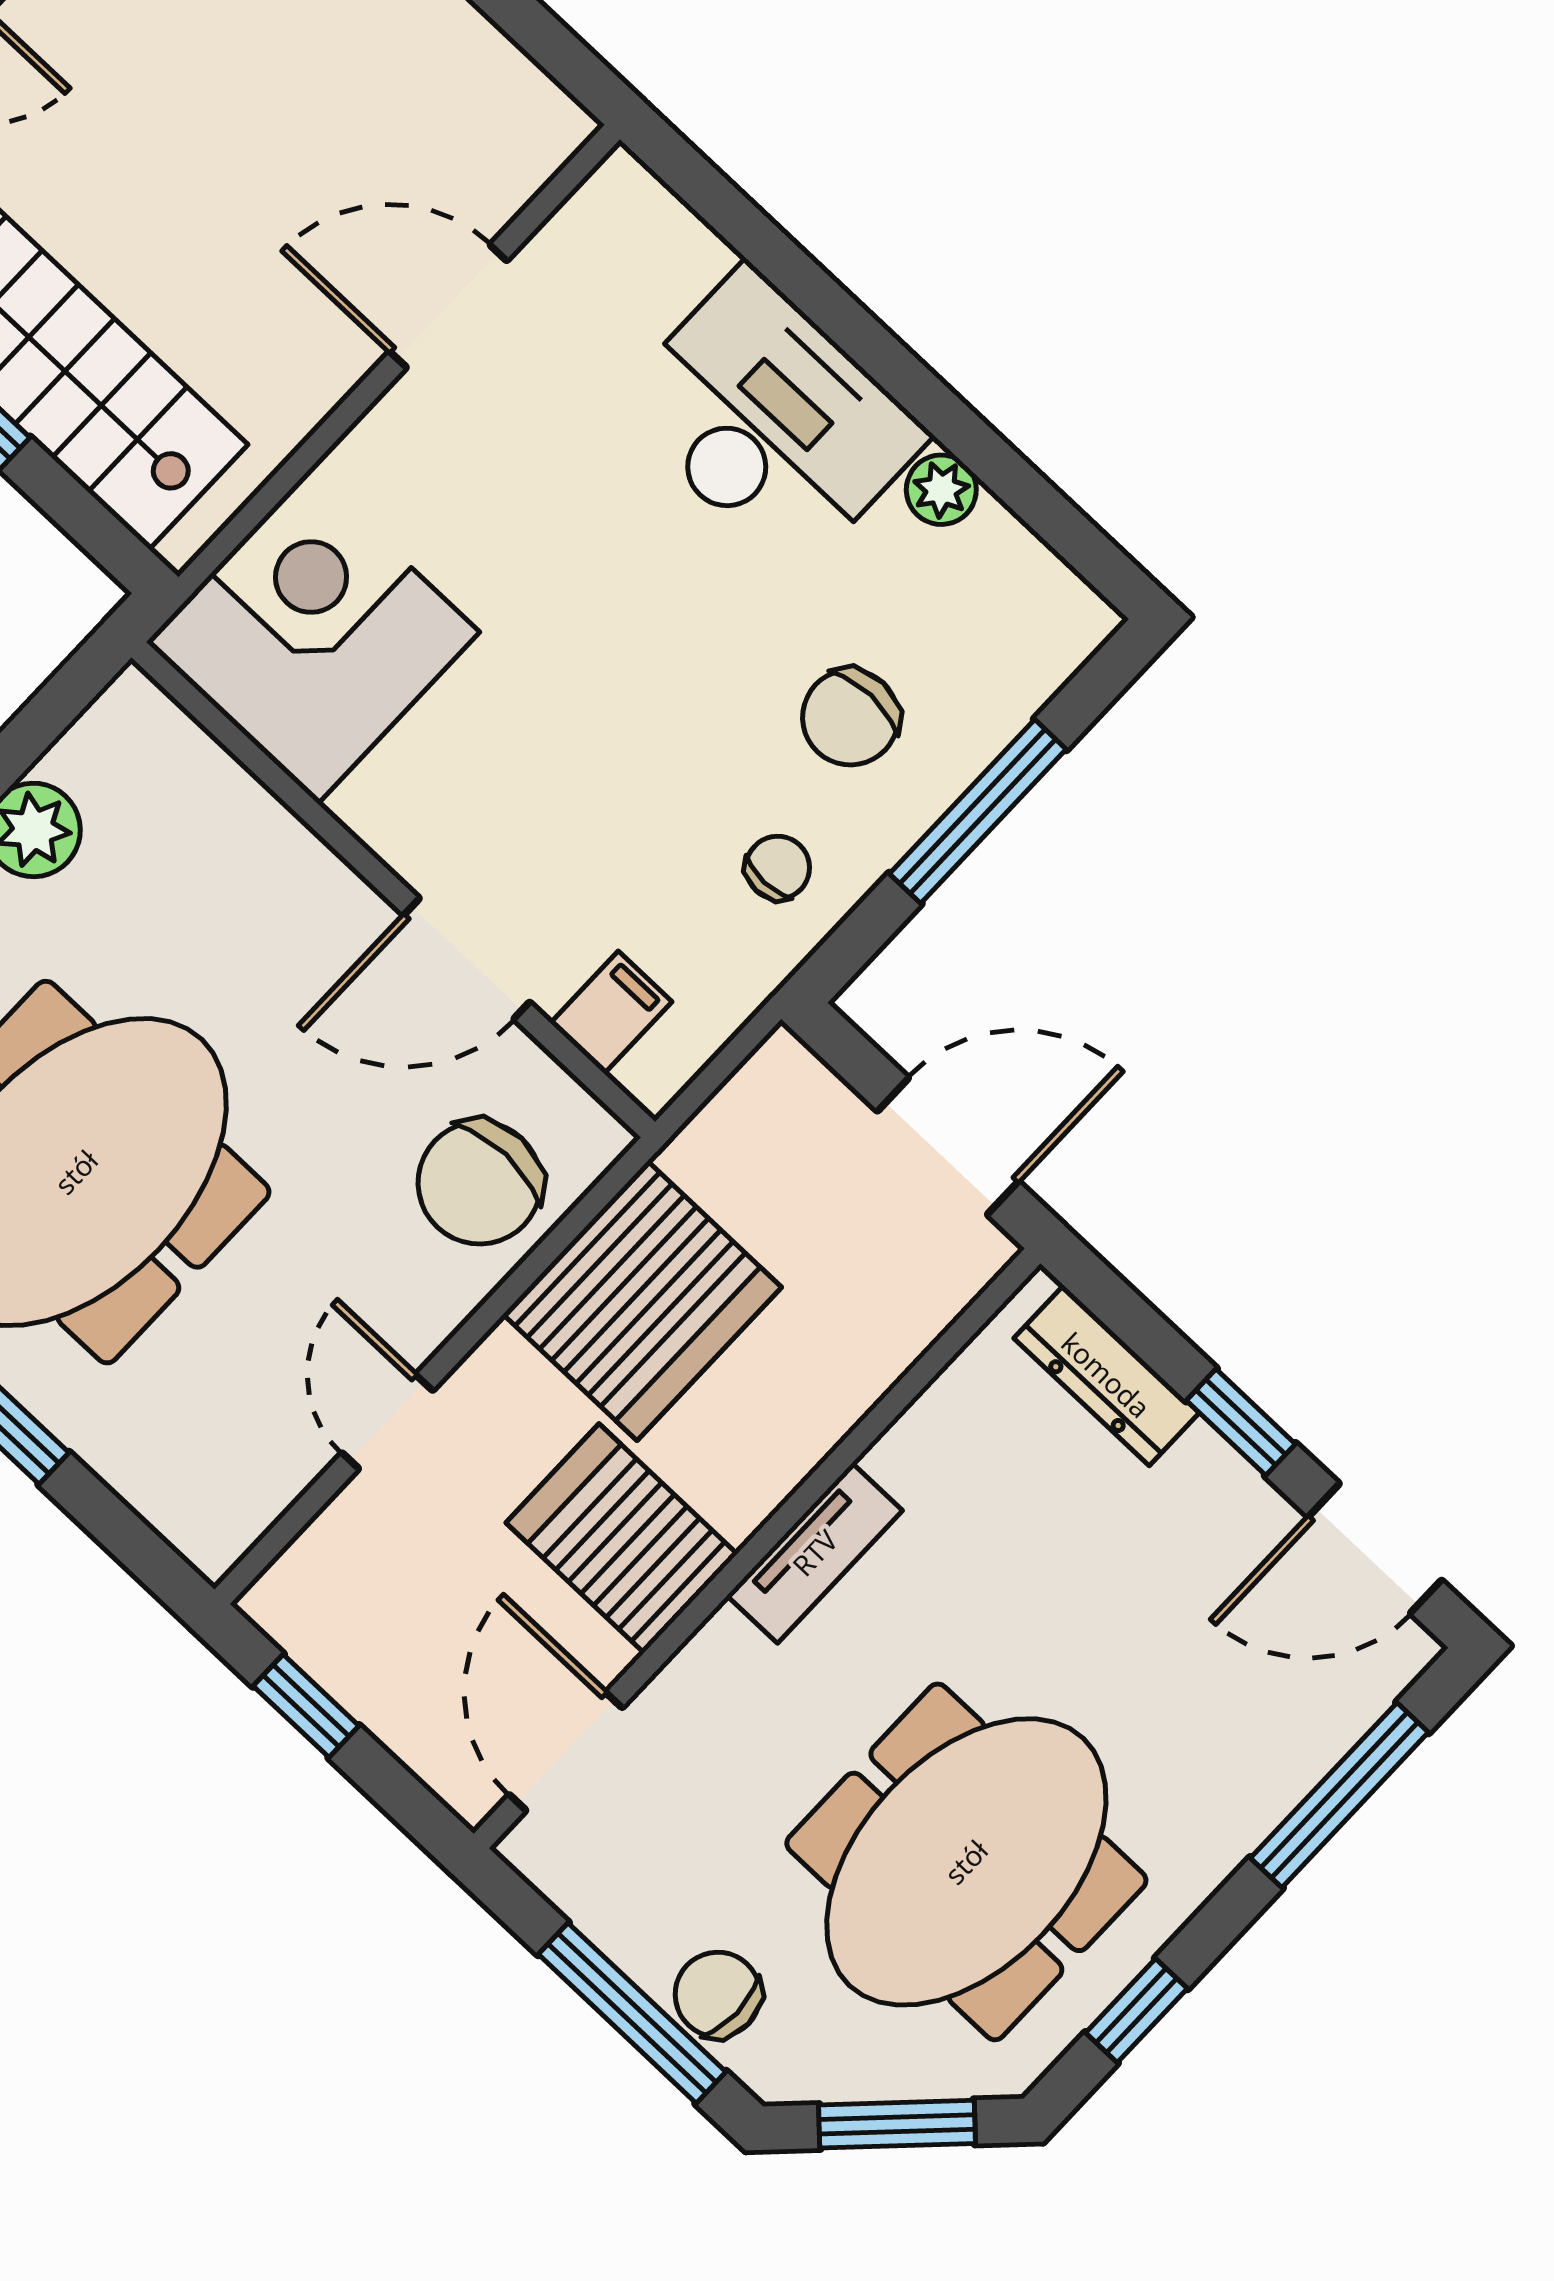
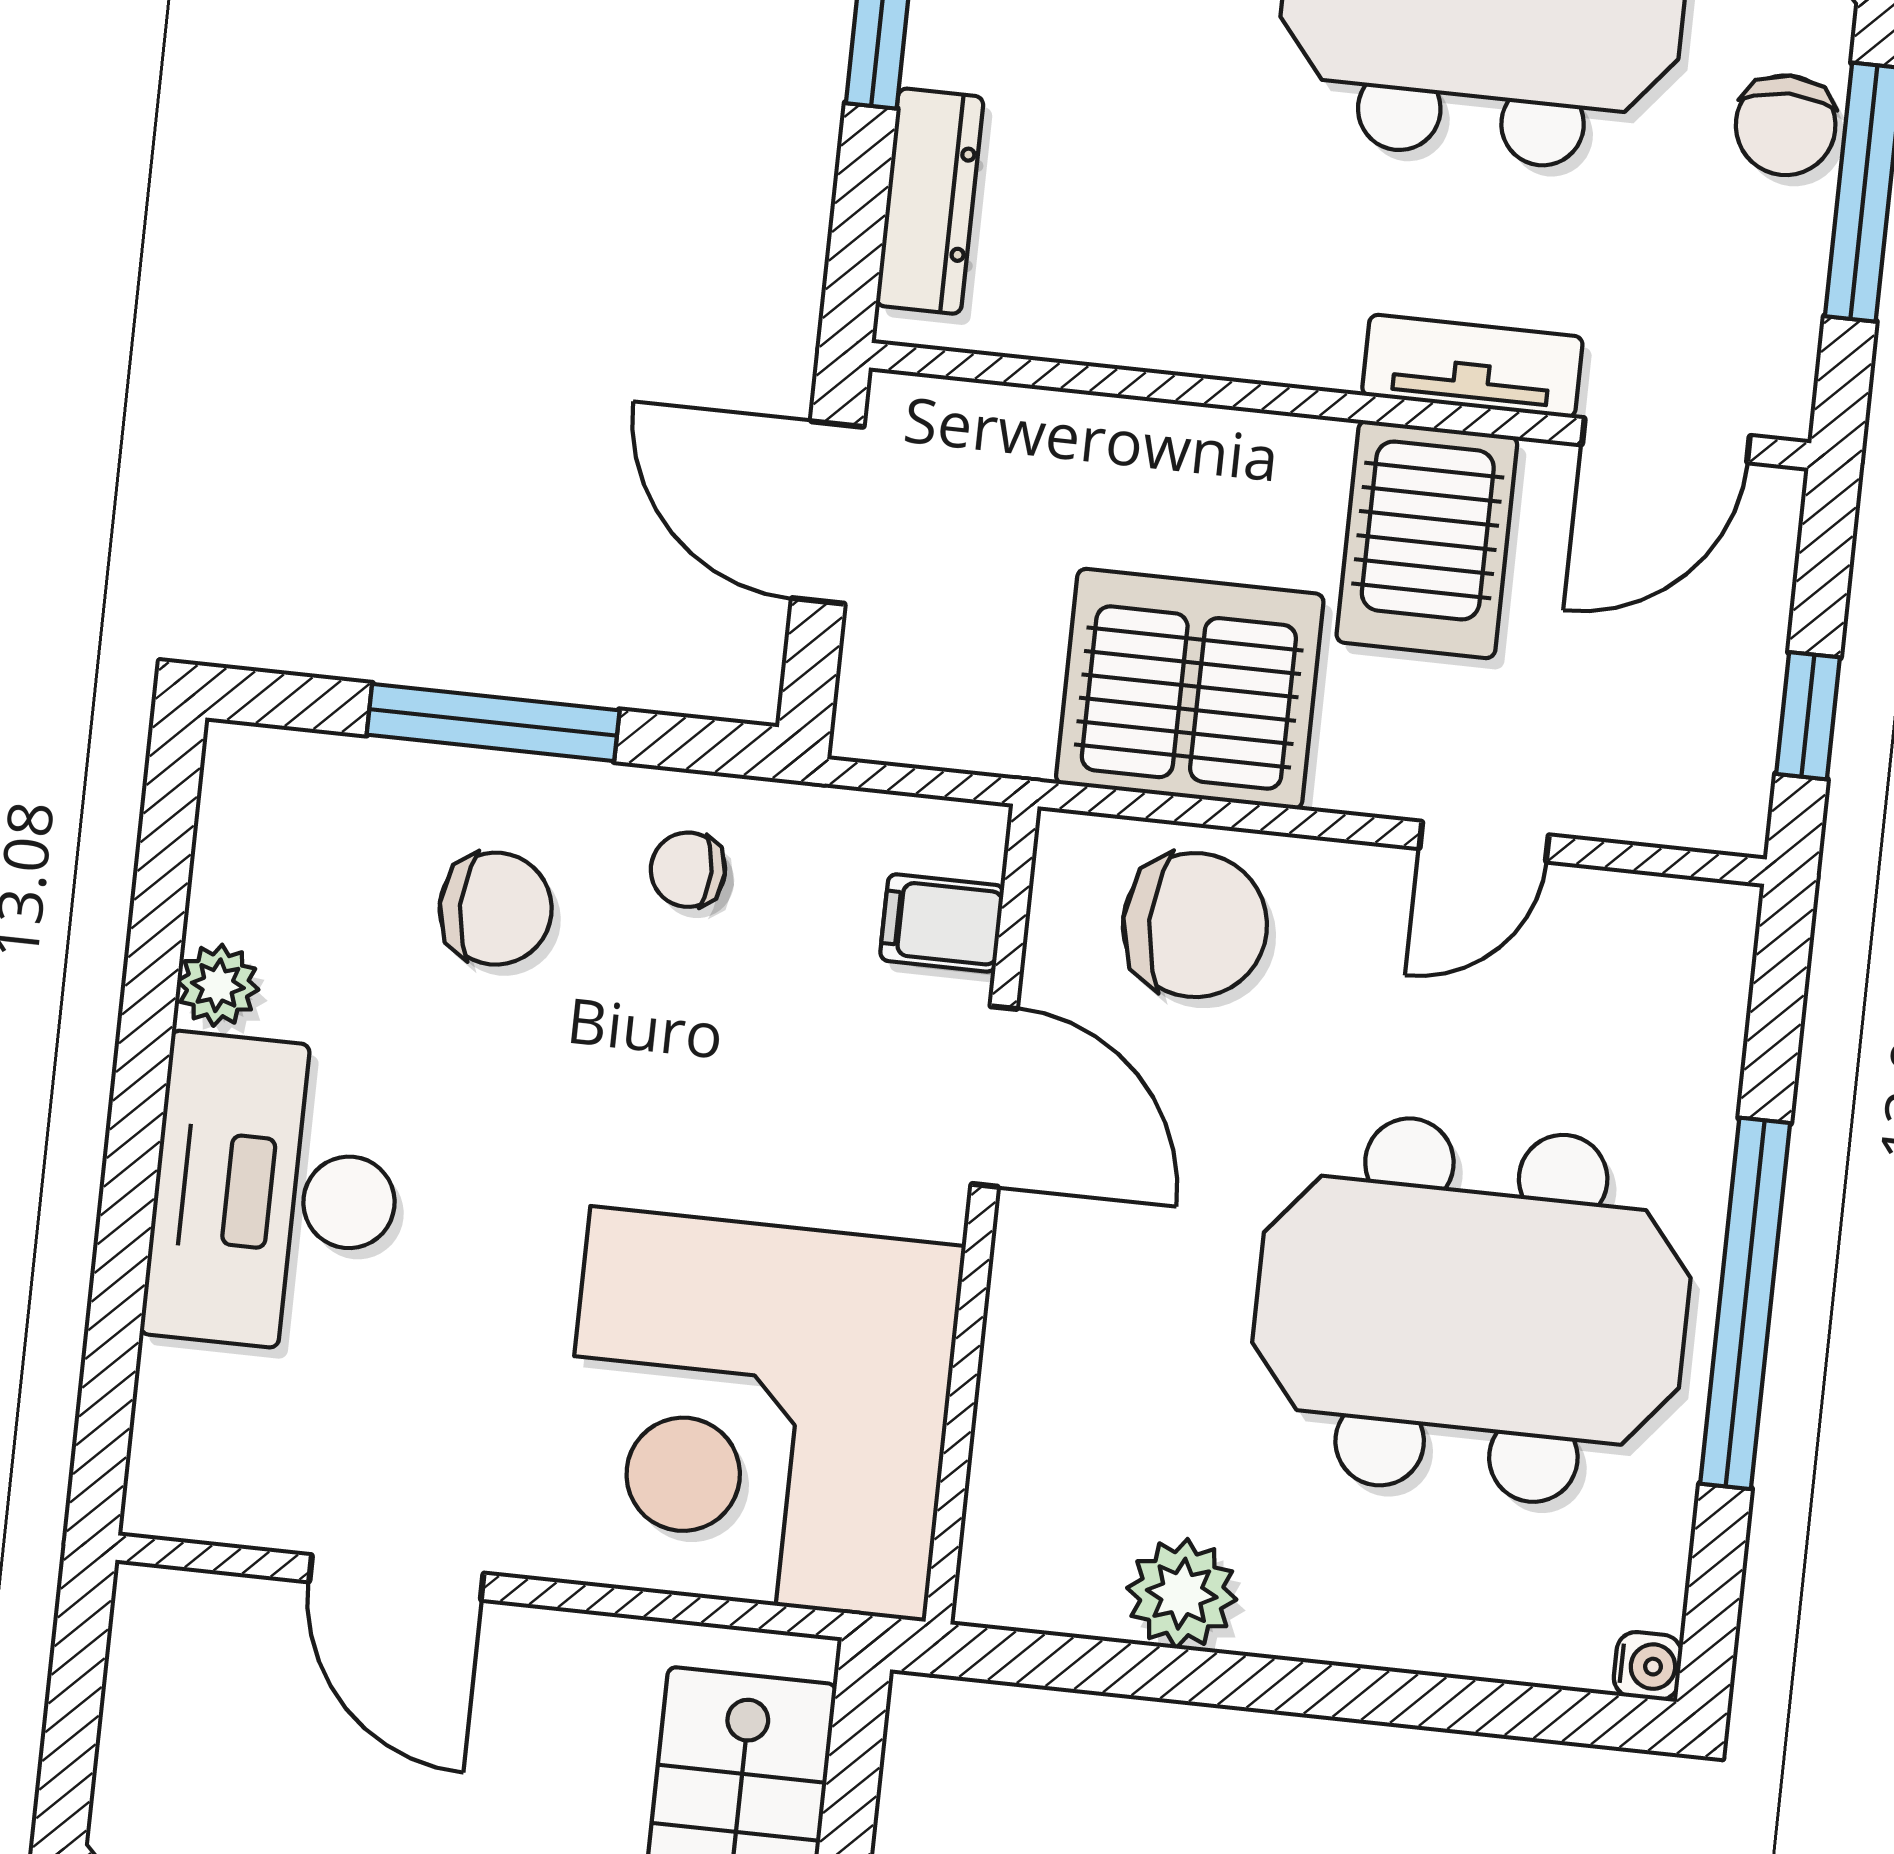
corner desk: (313, 637) -> (758, 1414), width x1.36, depth x1.36
tv unit: (815, 1553) -> (1472, 366), moved

